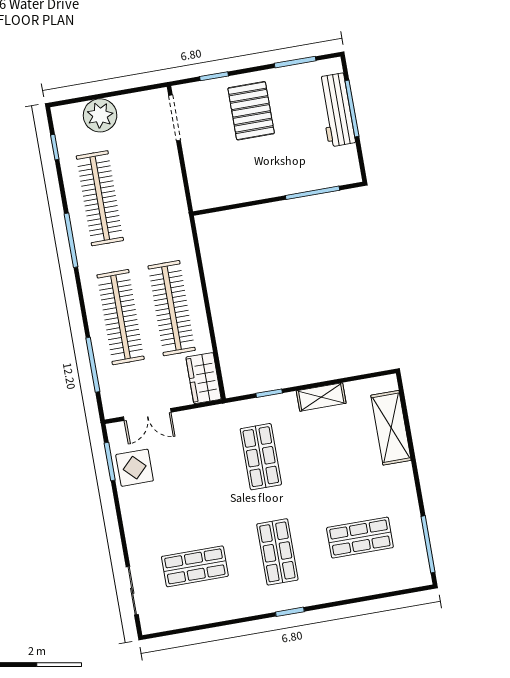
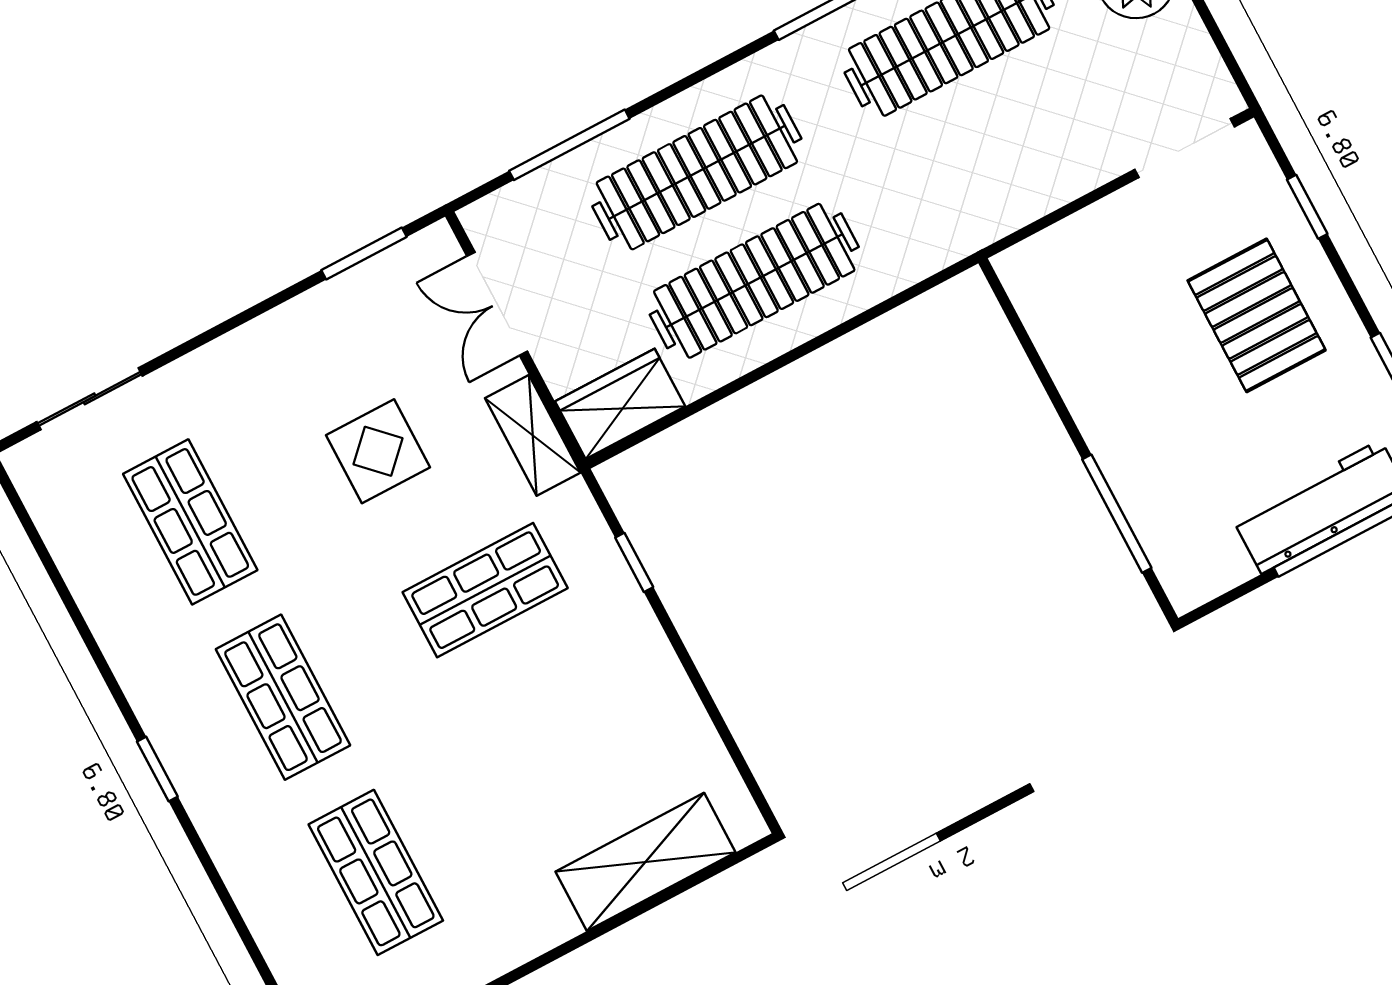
pallet: (251, 111) -> (1257, 315), turned 90
shelving: (321, 397) -> (533, 435), moved
display table: (135, 468) -> (378, 451), moved
shop shelf: (277, 552) -> (283, 697), turned 90

